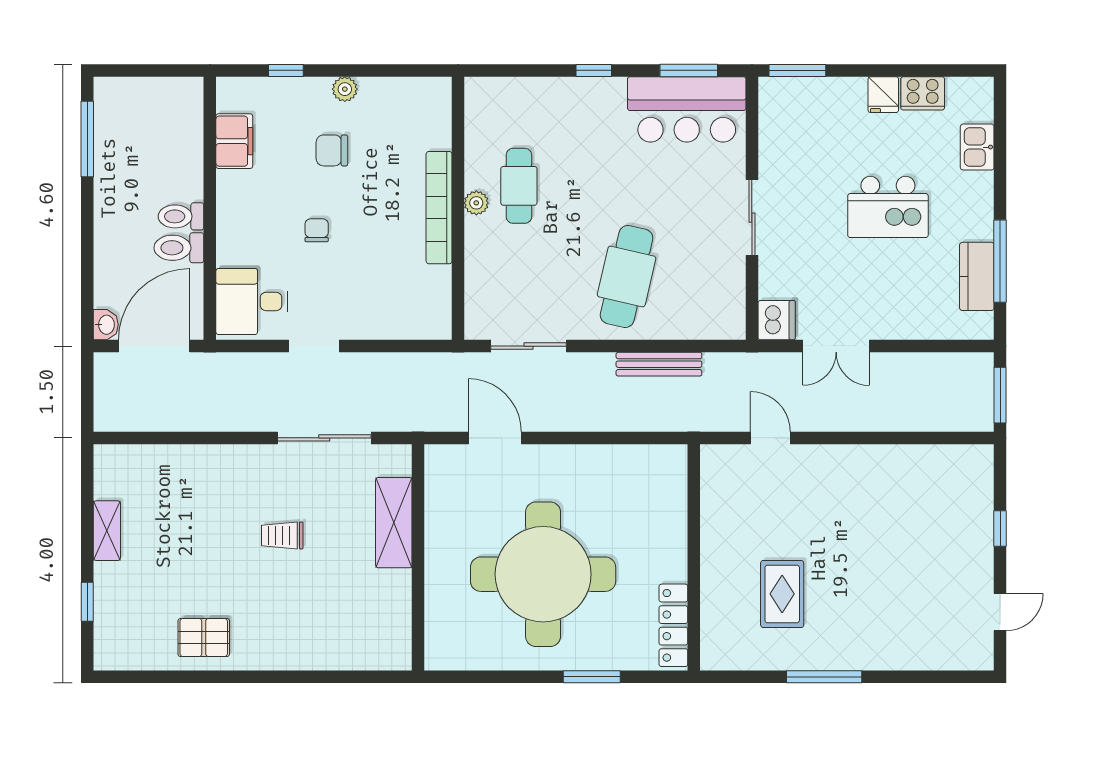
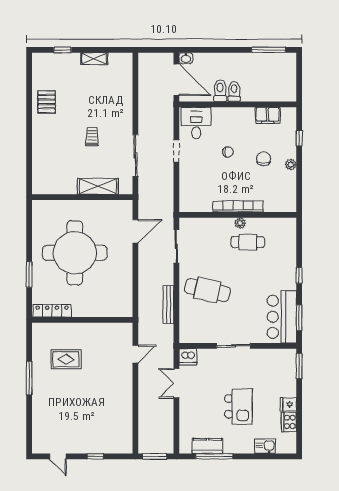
kitchen island: (888, 207) -> (238, 406), turned 180

